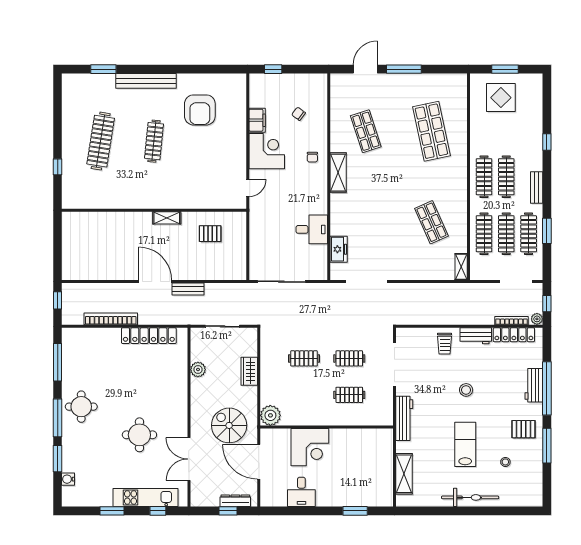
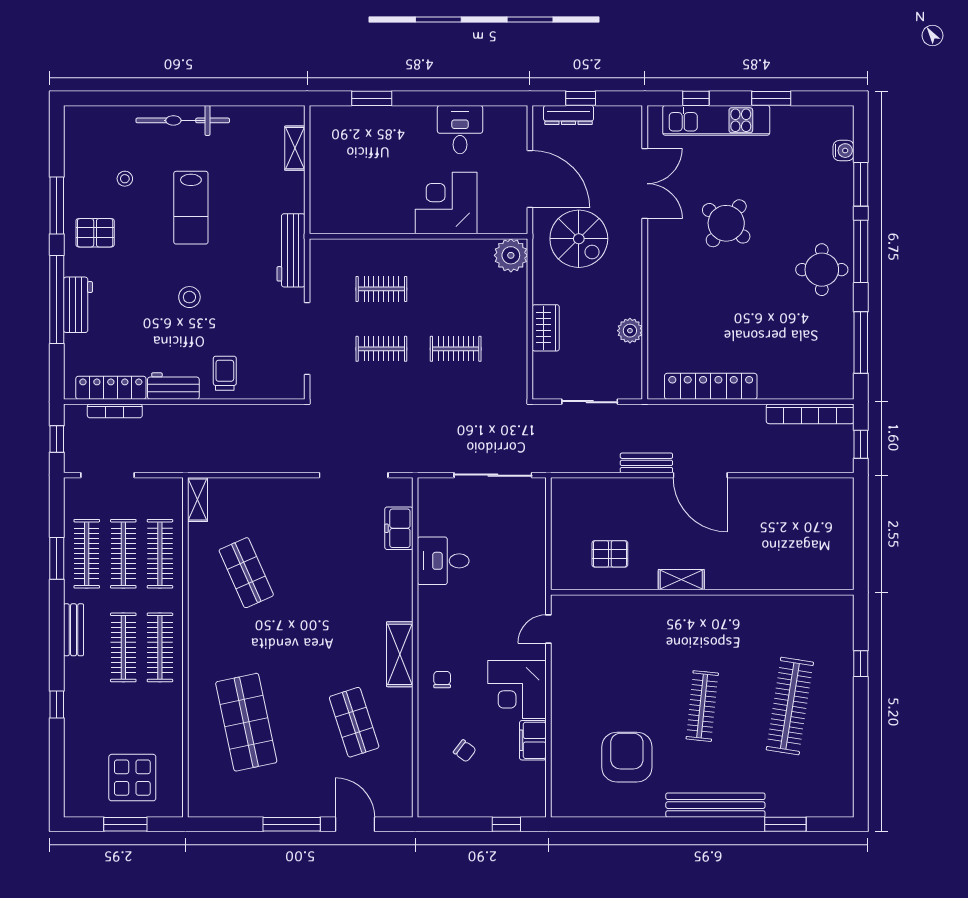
door: (365, 69) -> (355, 824), swing flipped
bookcase: (111, 319) -> (810, 414), moved
plant: (537, 319) -> (73, 414), removed
round table: (139, 435) -> (726, 223), turned 38
shelving: (404, 474) -> (295, 148), width x0.67, depth x0.75

